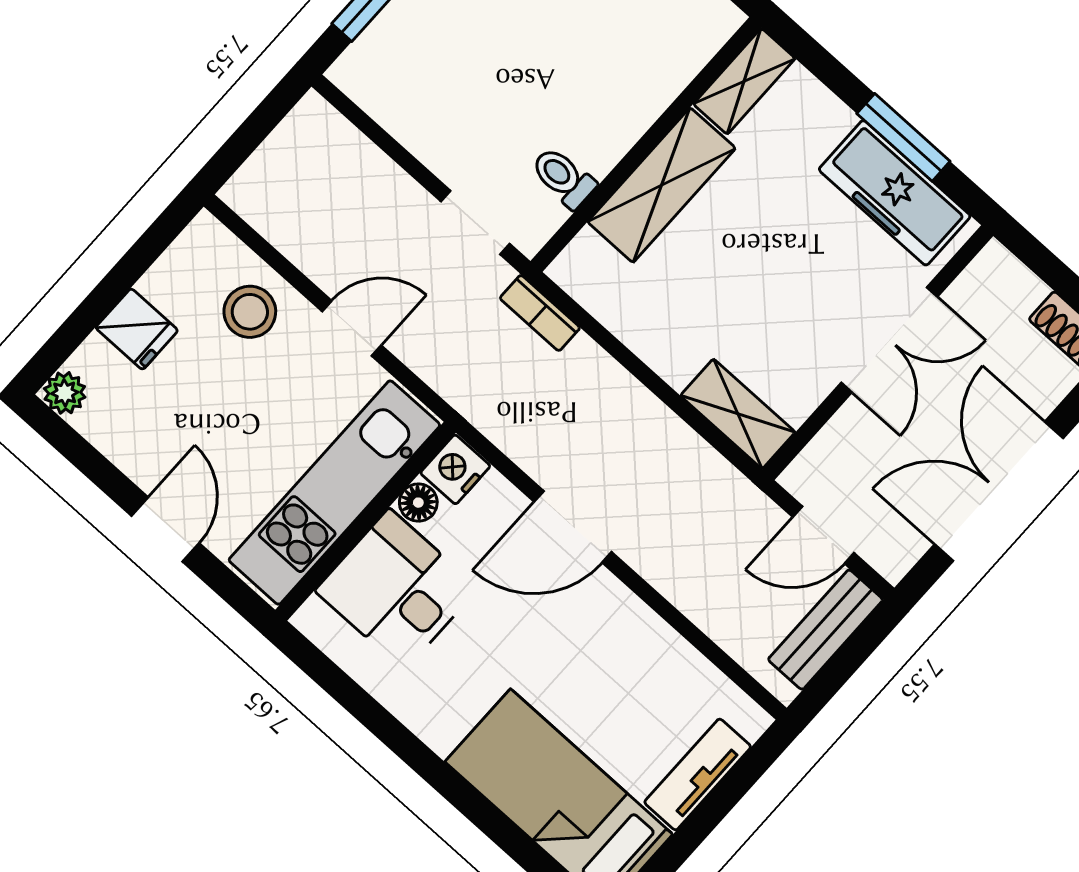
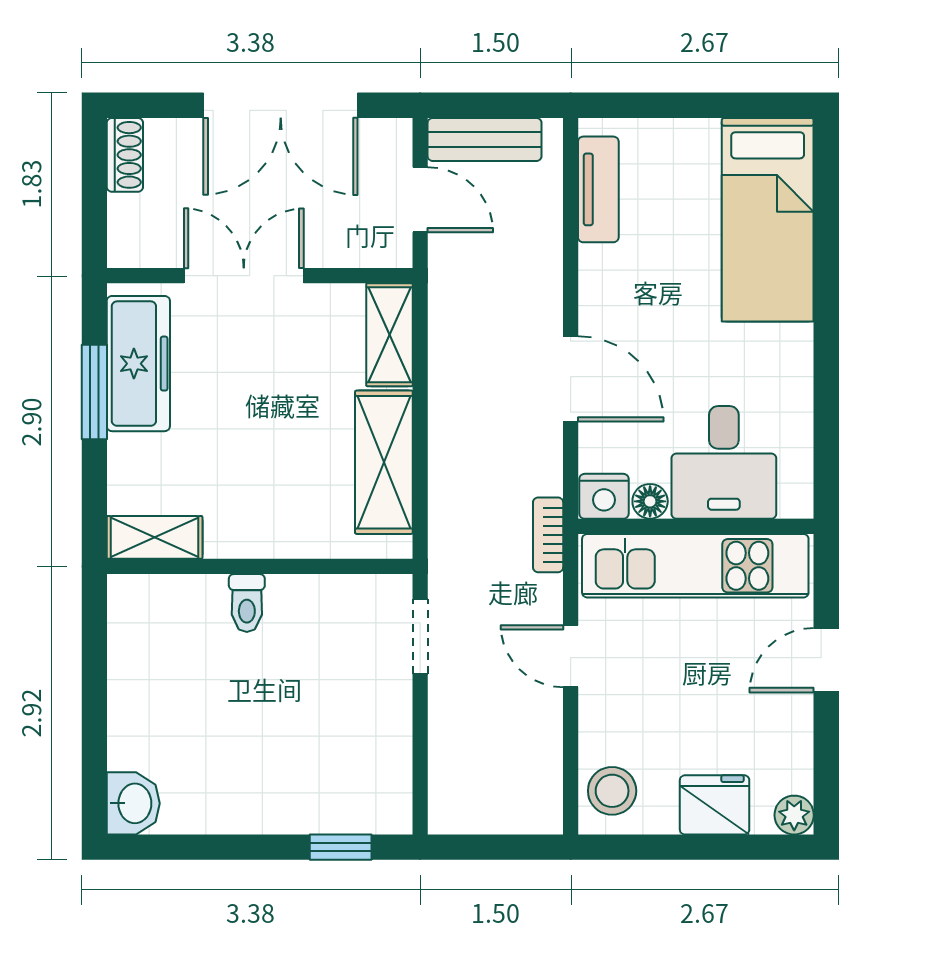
toilet: (563, 178) -> (247, 603), moved
shelving: (662, 185) -> (384, 462), moved, turned 90
stool: (250, 312) -> (612, 791), moved
bookcase: (540, 313) -> (548, 535), moved, turned 180
fridge: (137, 329) -> (715, 805), width x1.38
tv unit: (698, 774) -> (598, 189), moved, turned -90

